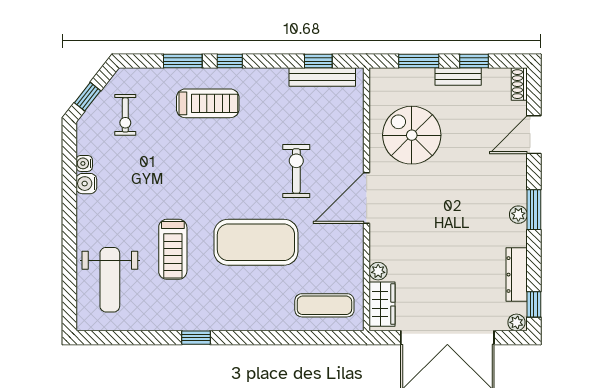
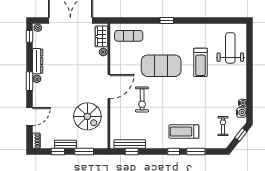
water cooler: (86, 184) -> (241, 113), moved
treadmill: (173, 249) -> (201, 62), turned 180
dresser: (517, 275) -> (38, 61), moved
window: (196, 338) -> (167, 21), moved

